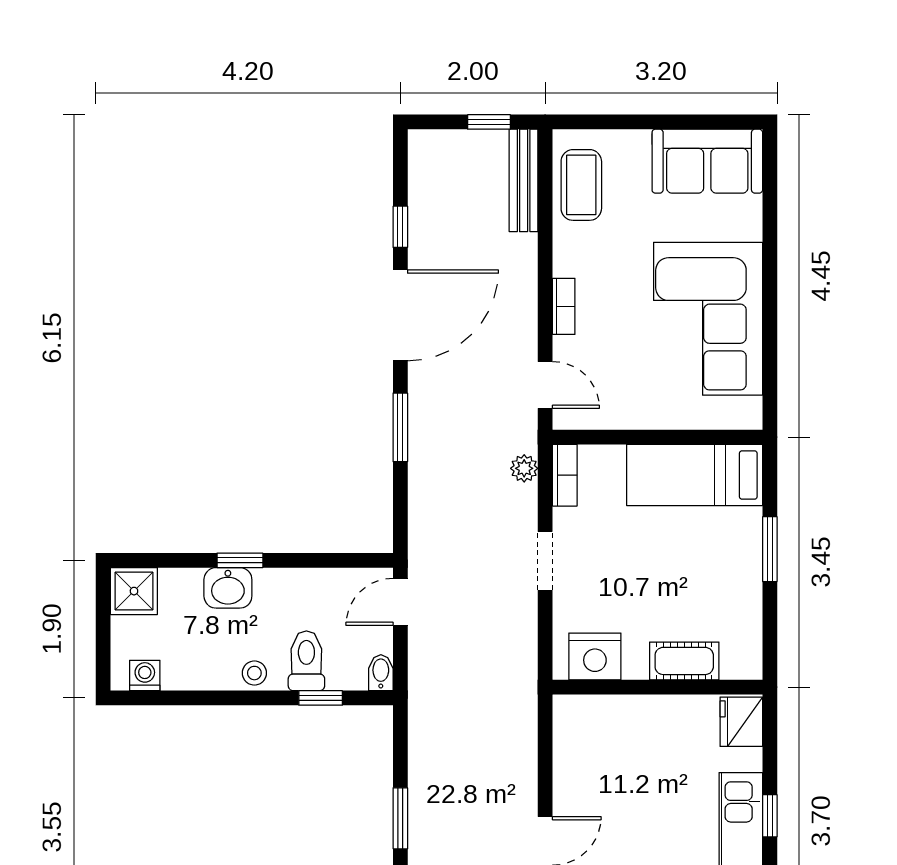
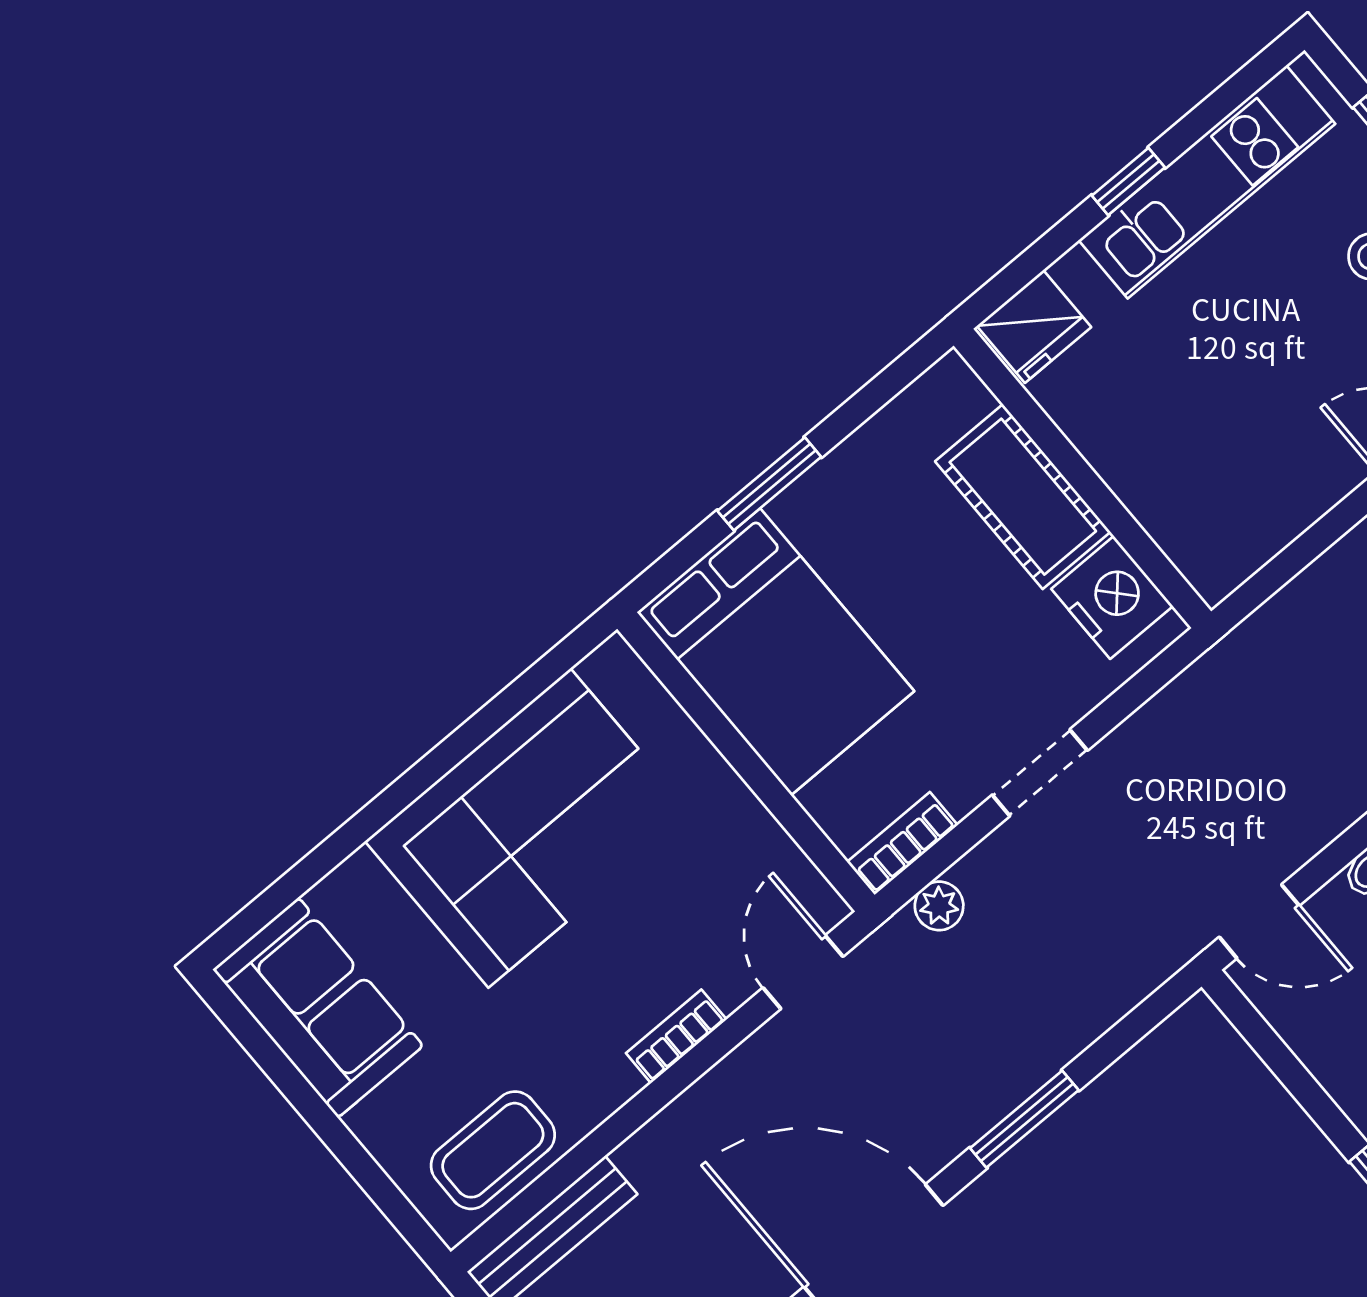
bed: (695, 475) -> (775, 652), width x1.50
cot: (684, 661) -> (1023, 497), width x1.37, depth x1.34

